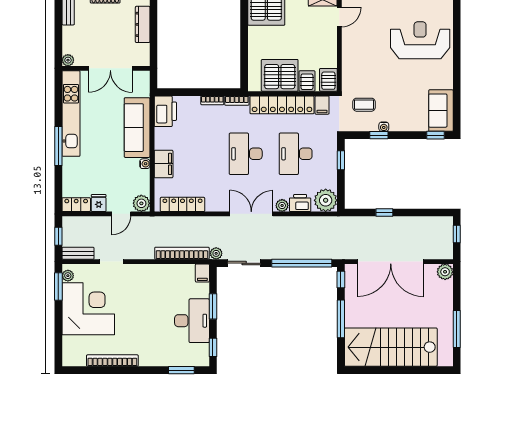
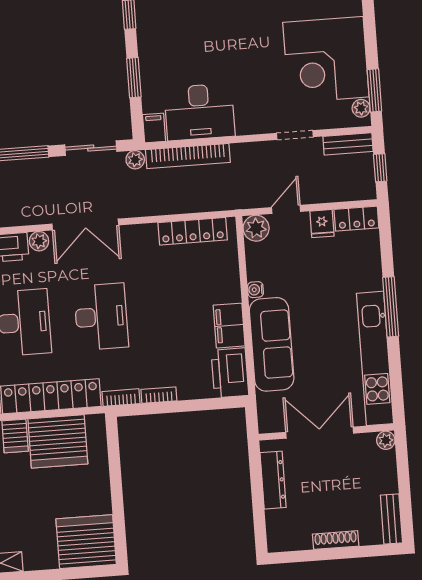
dresser: (143, 24) -> (273, 480), moved
filing cabinet: (164, 164) -> (229, 326), moved
desk: (192, 321) -> (199, 112), moved, turned -90

